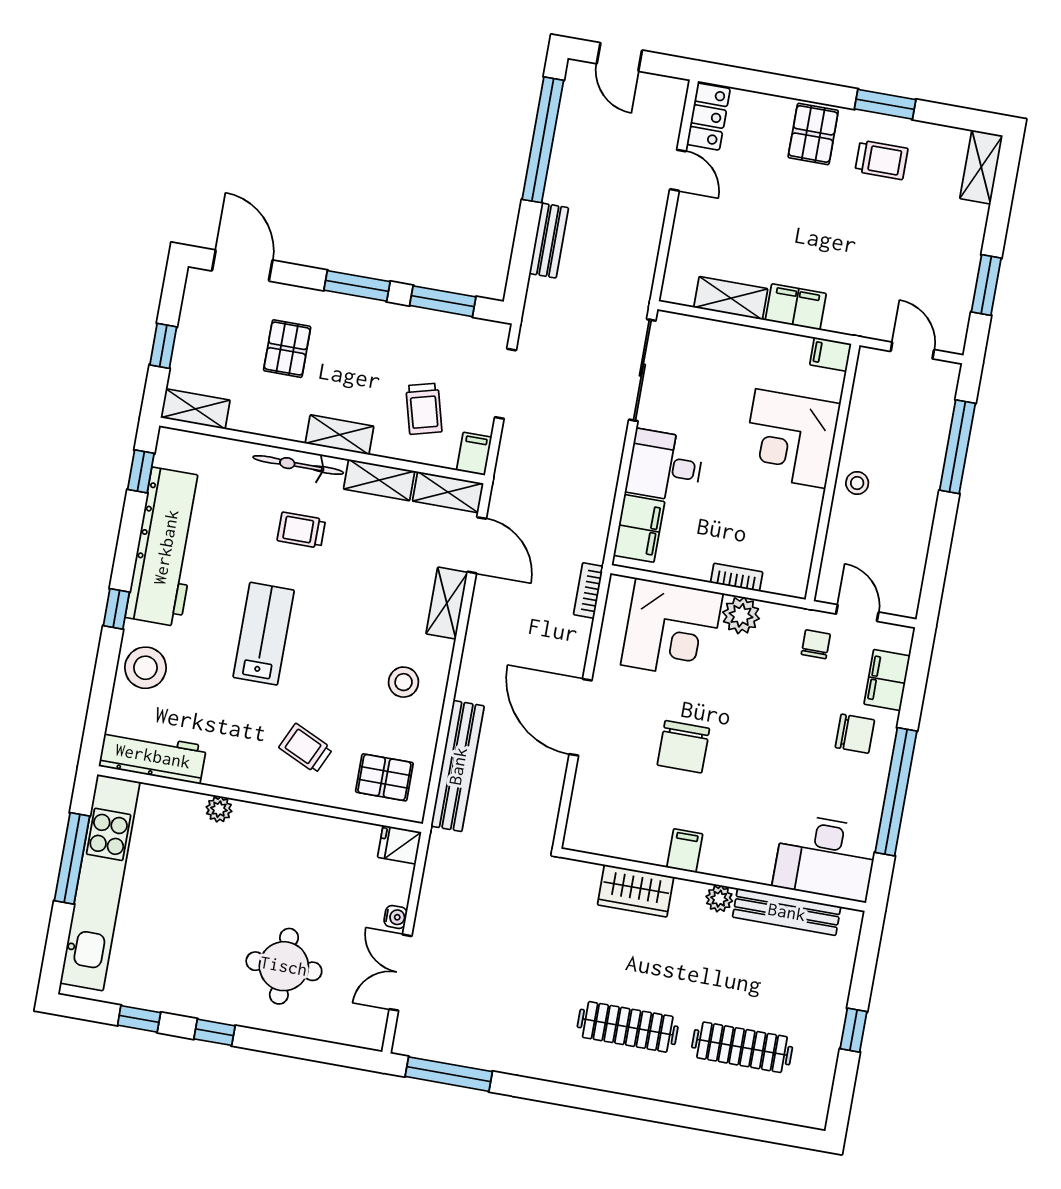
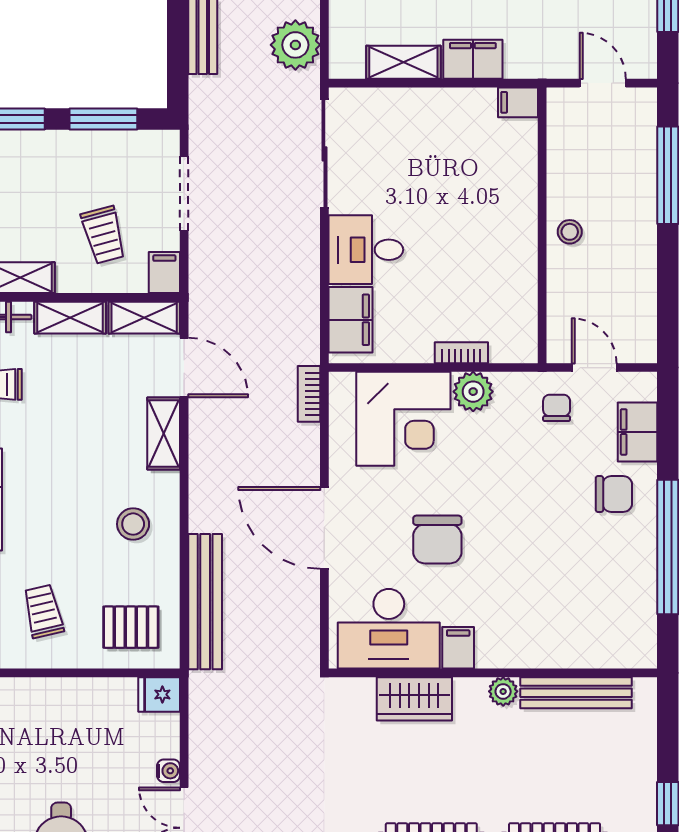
plant: (633, 264) -> (295, 45), added
corner desk: (791, 439) -> (492, 198), removed
trolley: (306, 748) -> (43, 611), turned 52
desk: (825, 858) -> (389, 629), moved

